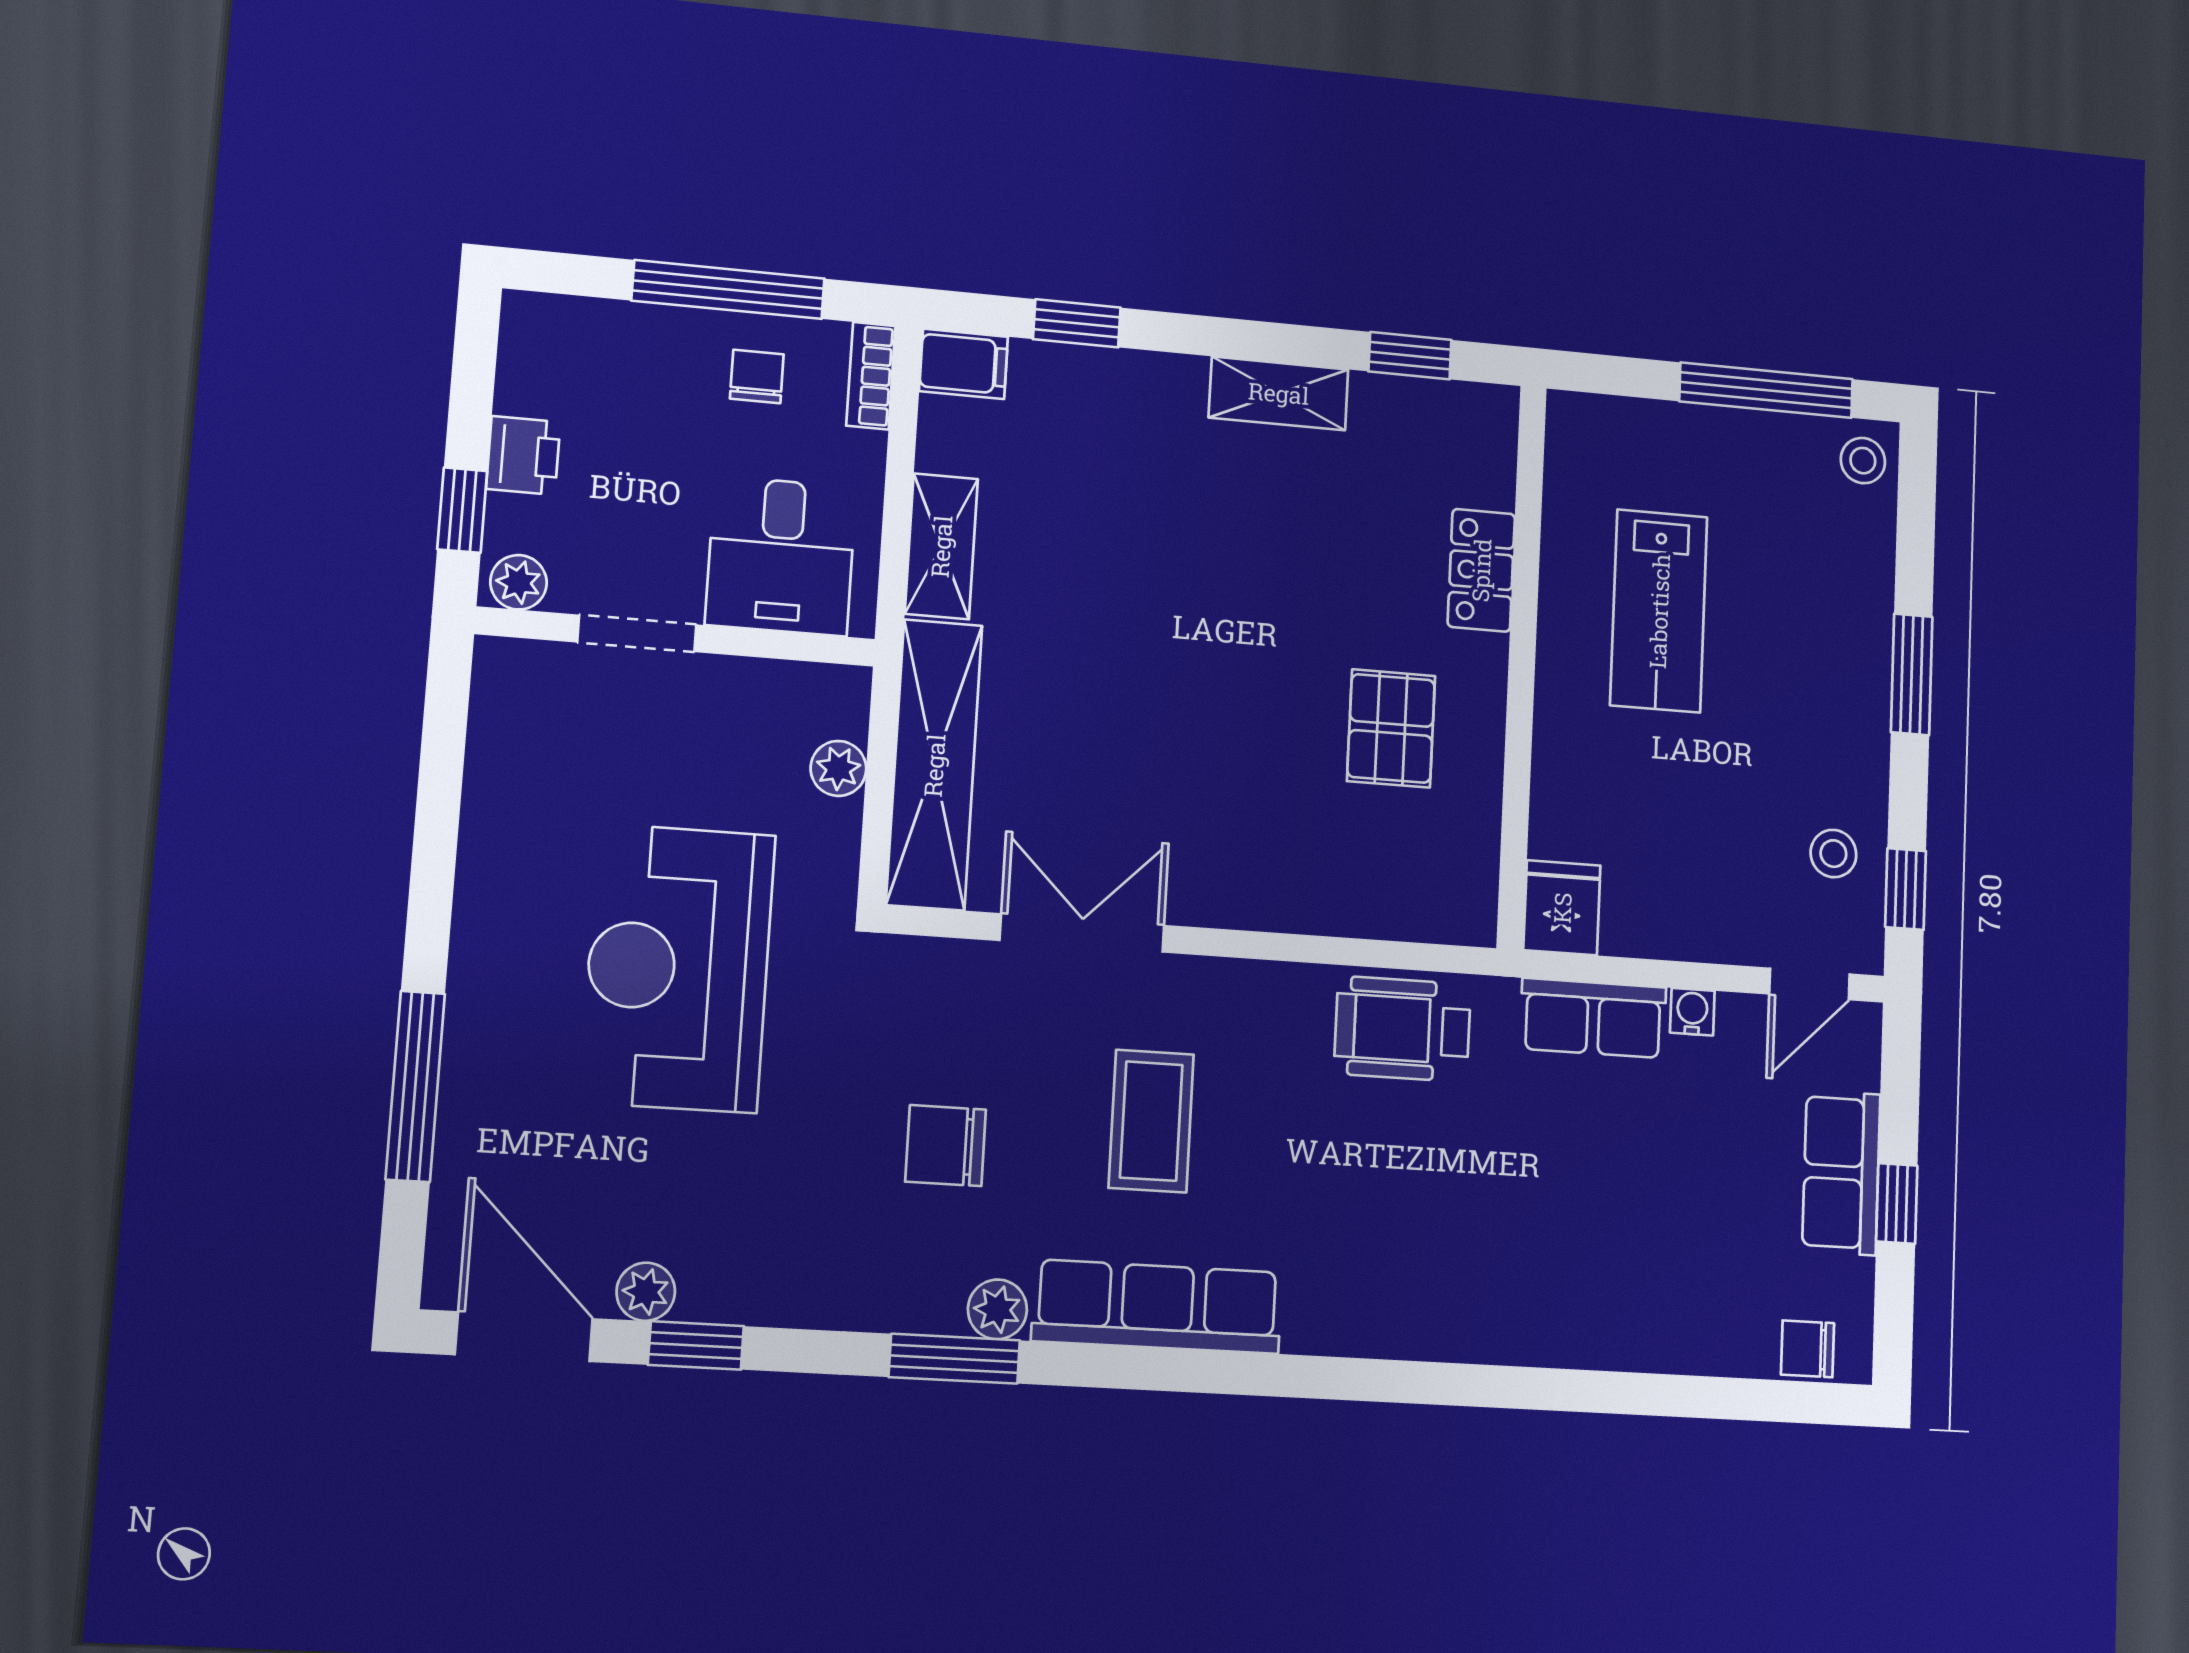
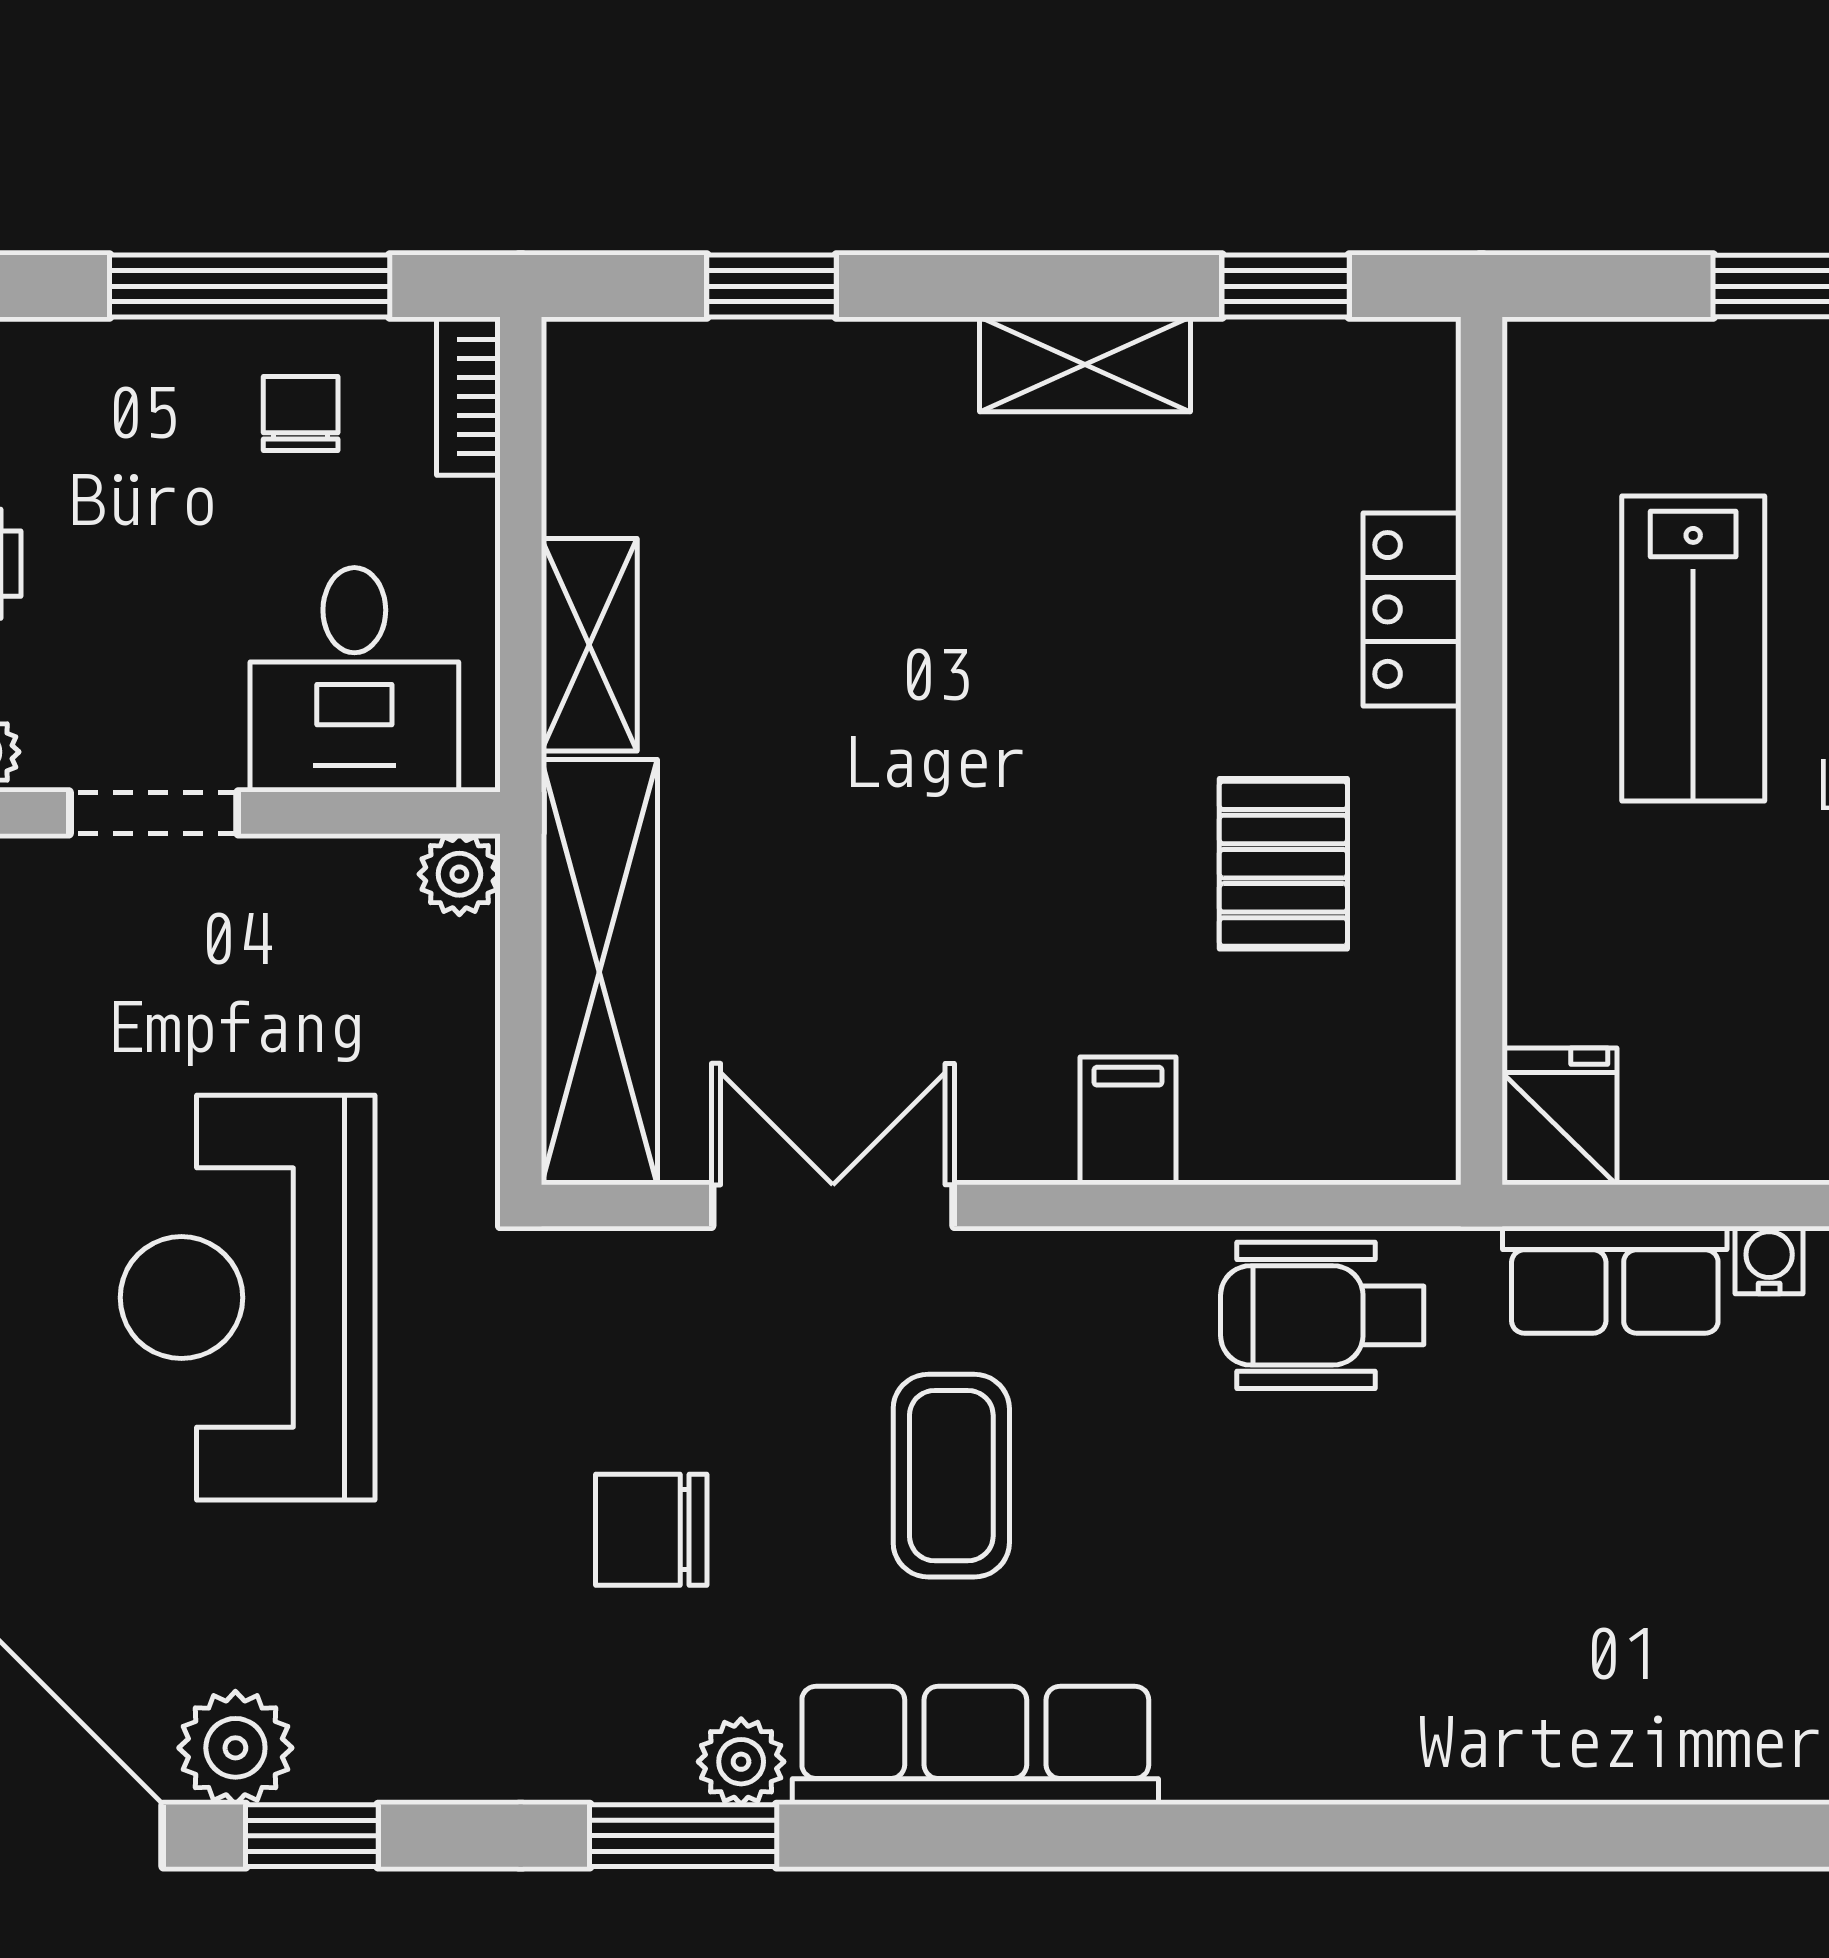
filing cabinet: (964, 364) -> (1128, 1121), moved, turned -90
plant: (838, 768) -> (459, 874), moved
plant: (646, 1292) -> (235, 1748), width x1.38, depth x1.38

